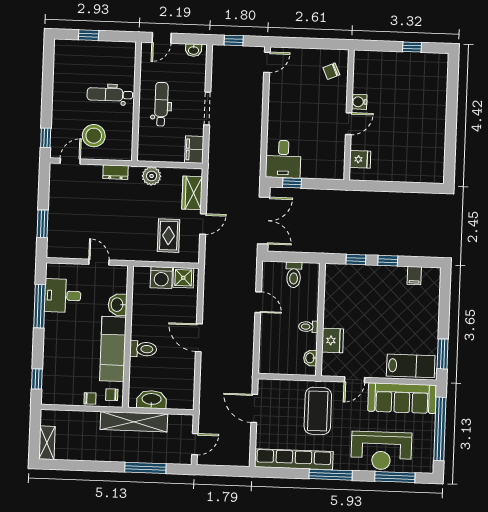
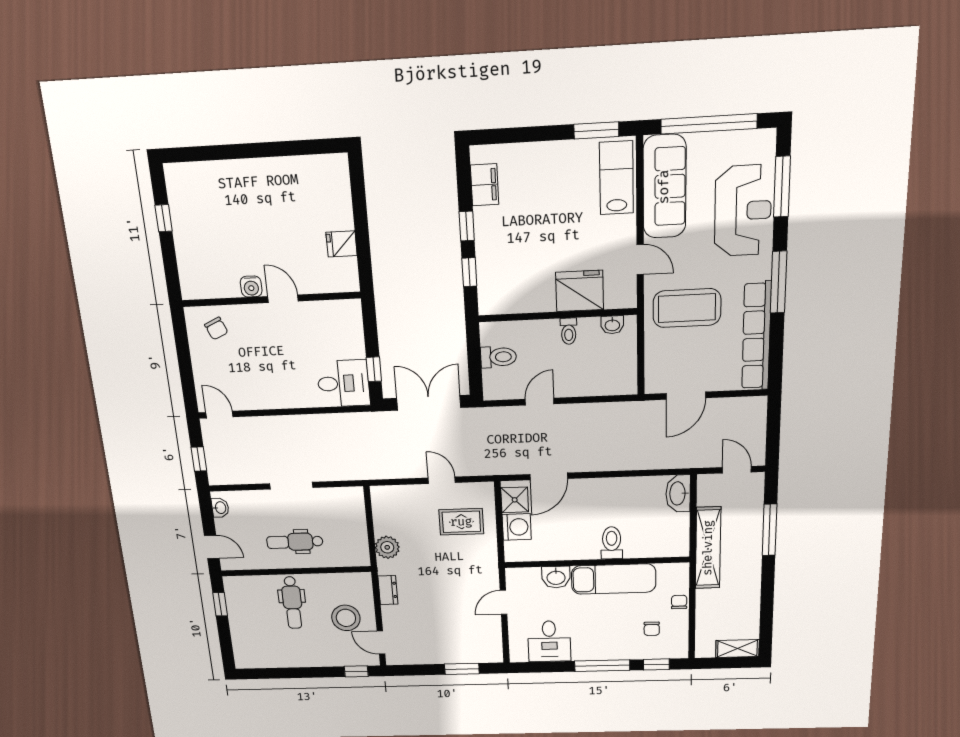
window: (89, 35) -> (220, 604), moved
filing cabinet: (194, 150) -> (347, 498), removed
fridge: (360, 159) -> (341, 244), moved, turned -90
wardrobe: (192, 193) -> (403, 497), removed
filing cabinet: (414, 276) -> (484, 185), width x2.00
window: (40, 306) -> (602, 666), moved
door: (199, 338) -> (549, 476), moved
fridge: (333, 340) -> (580, 291), width x1.36, depth x1.34
chair: (112, 395) -> (652, 629), moved
washbasin: (152, 399) -> (678, 493), moved

